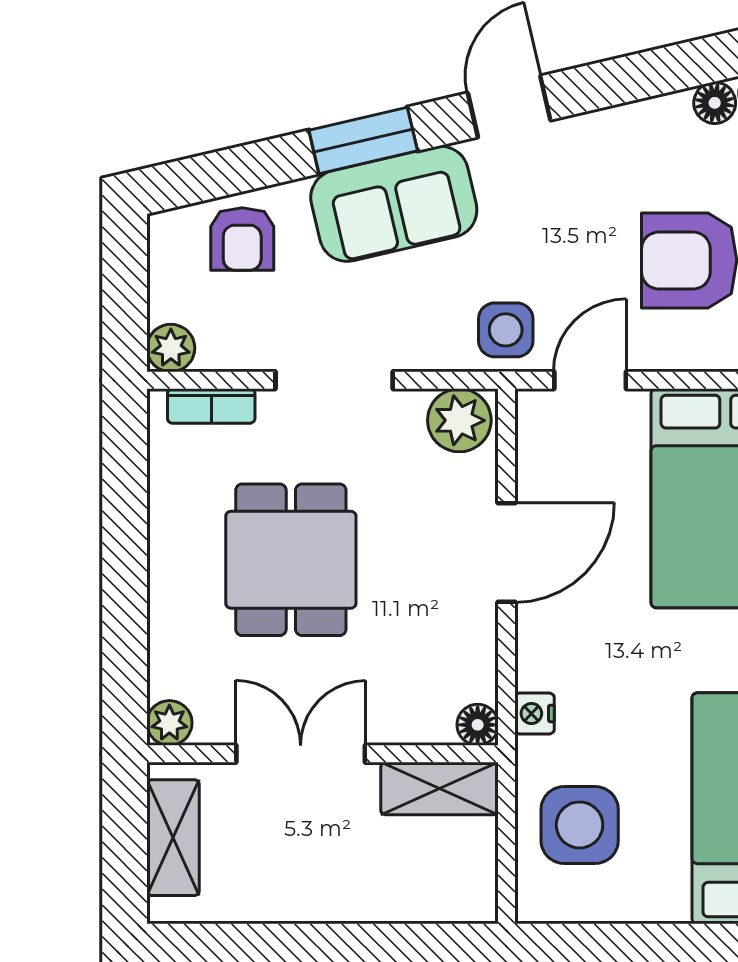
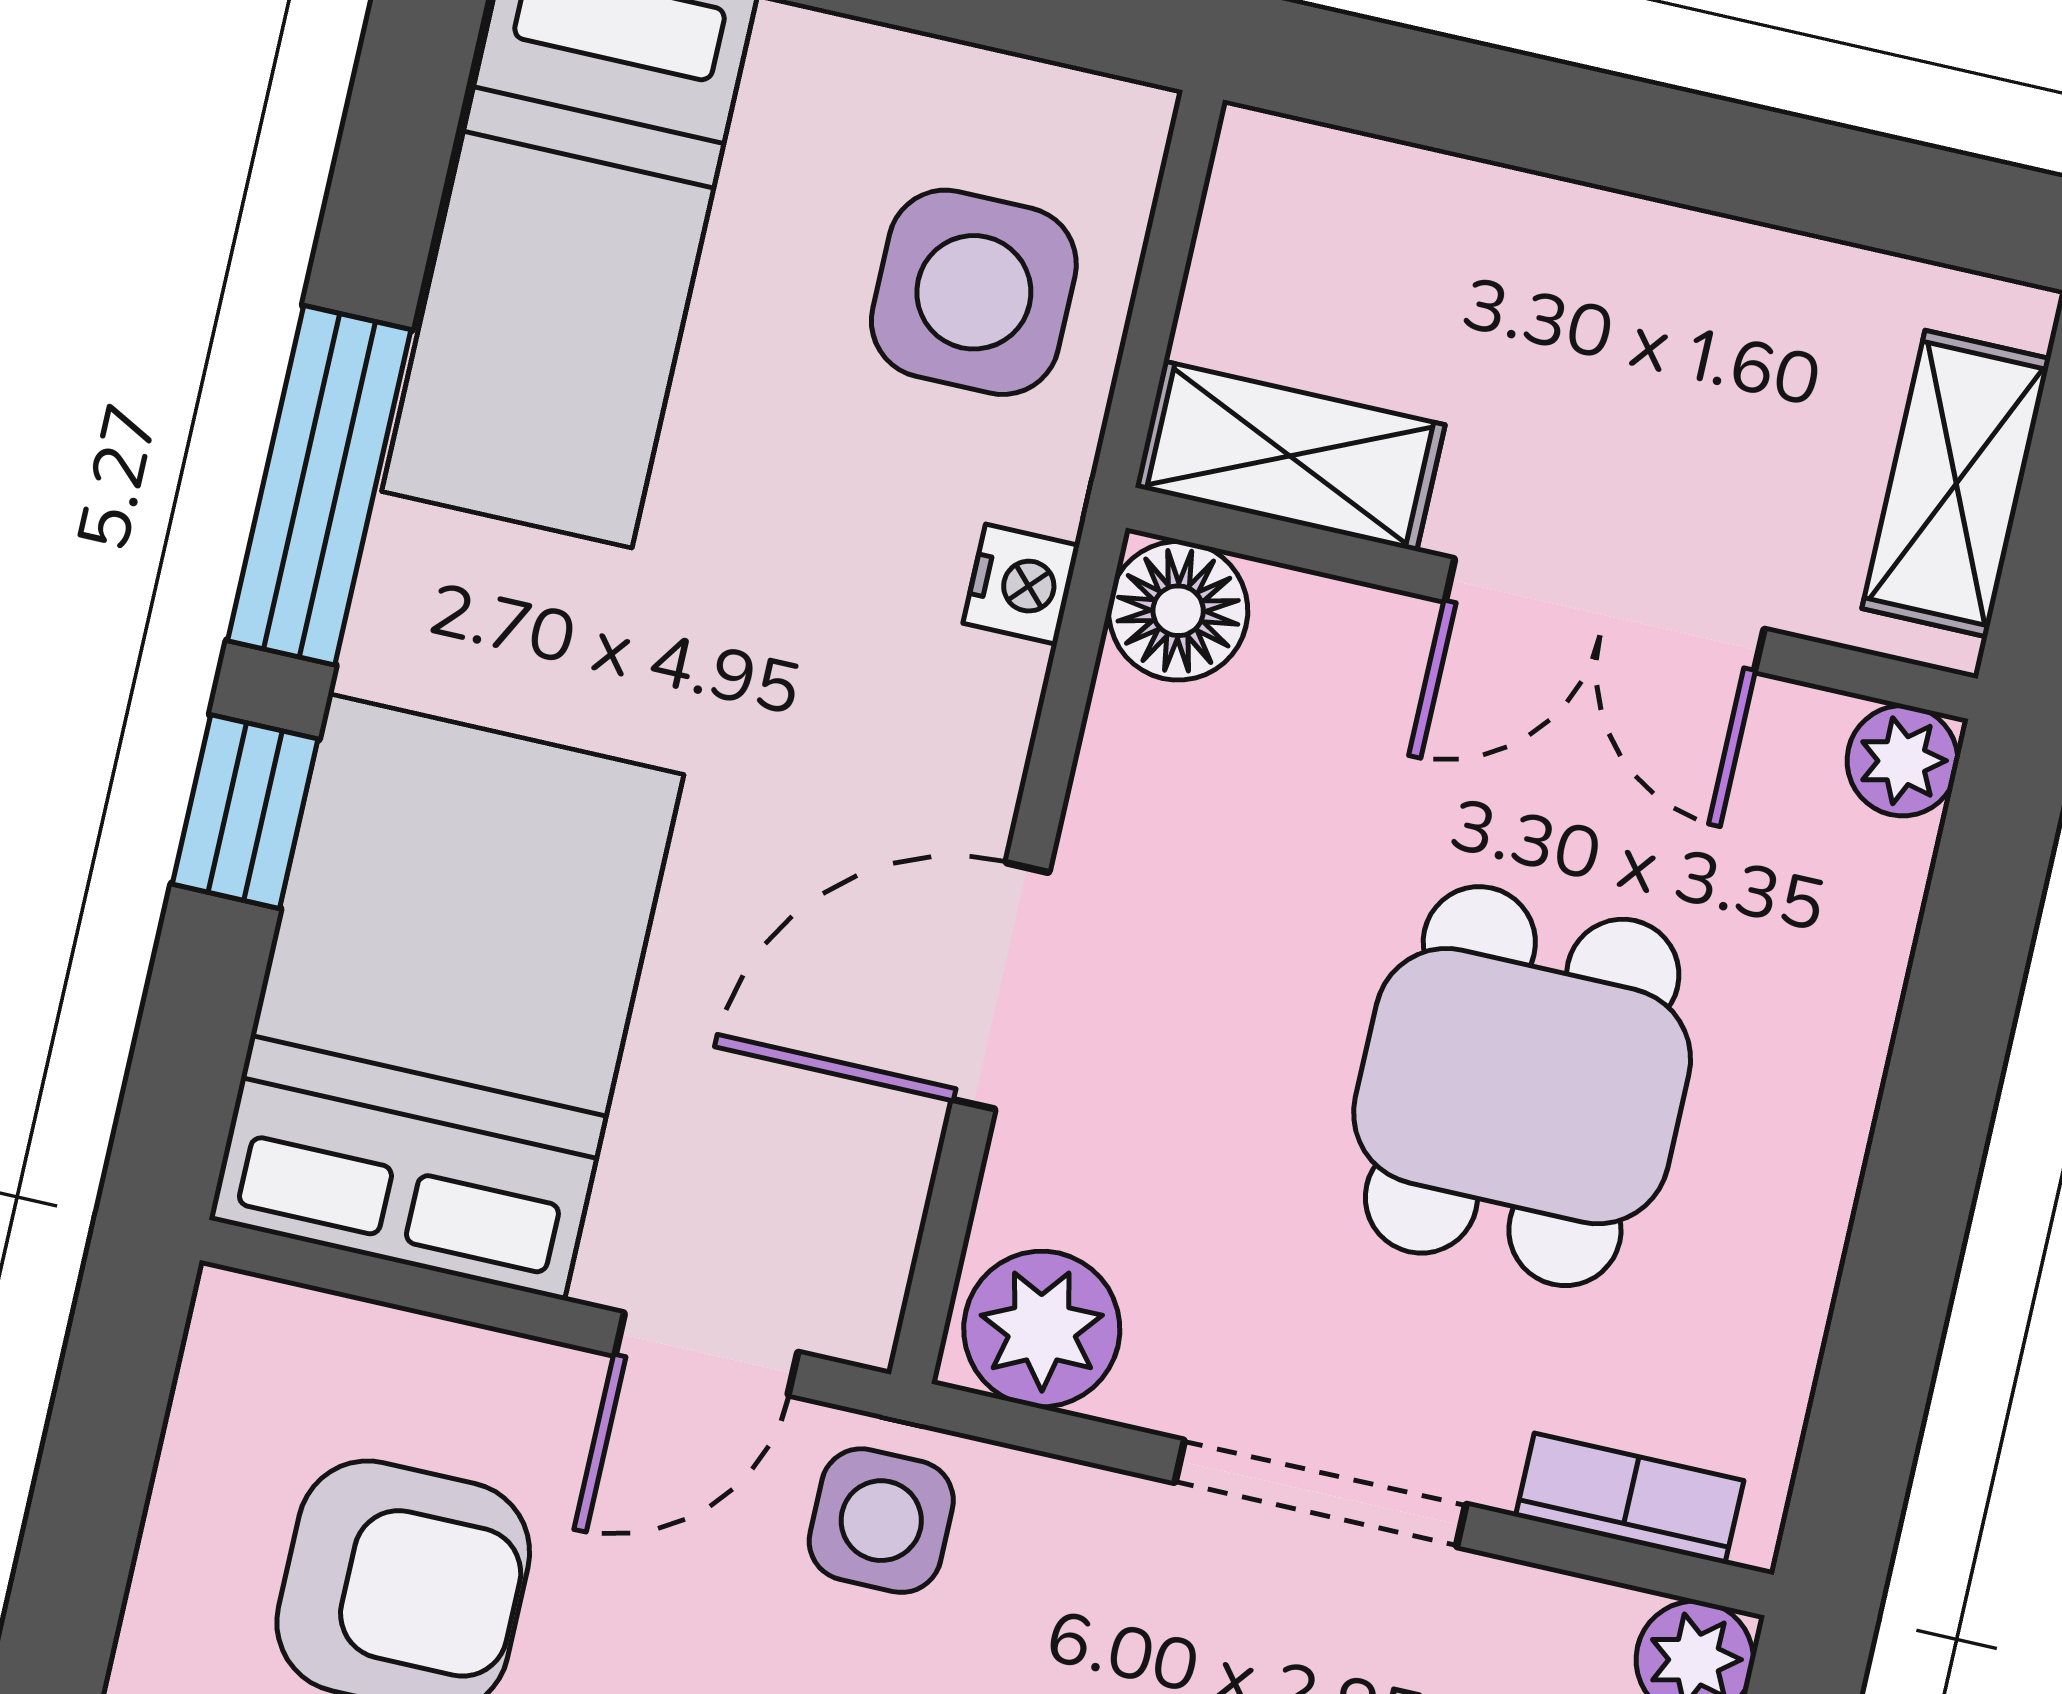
floor lamp: (478, 725) -> (1178, 611), width x1.37, depth x1.37

